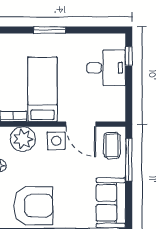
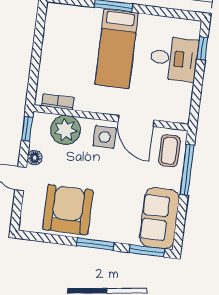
bed: (42, 89) -> (117, 49), moved, turned 180
armchair: (33, 206) -> (68, 210), turned -90

